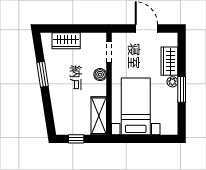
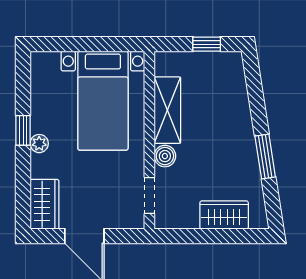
wardrobe: (169, 61) -> (44, 204), moved
window: (182, 89) -> (23, 130), width x0.67
shelving: (99, 116) -> (167, 110), moved

